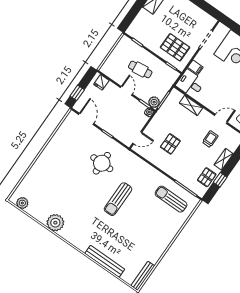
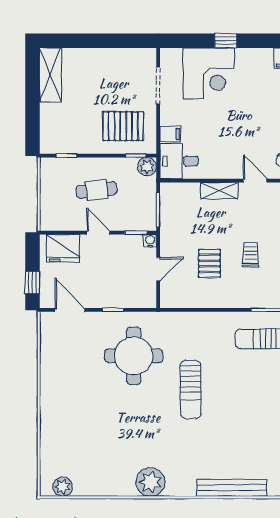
fridge: (101, 82) -> (63, 248), width x1.88, depth x1.34
plant: (154, 102) -> (147, 167), moved
shelving: (191, 105) -> (219, 191), moved
door: (221, 119) -> (255, 181), hinge flipped
door: (137, 138) -> (158, 269), moved
trolley: (210, 139) -> (250, 255), moved
round table: (102, 163) -> (134, 356), width x1.36, depth x1.36
plant: (55, 223) -> (150, 482), moved

